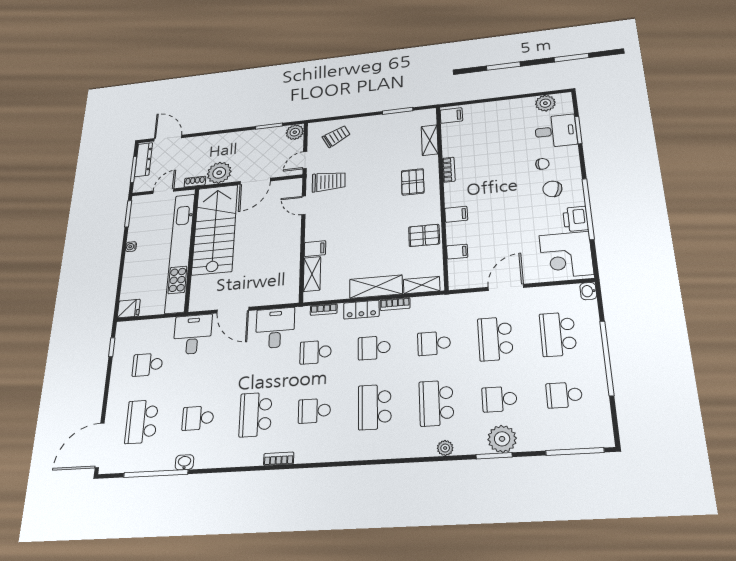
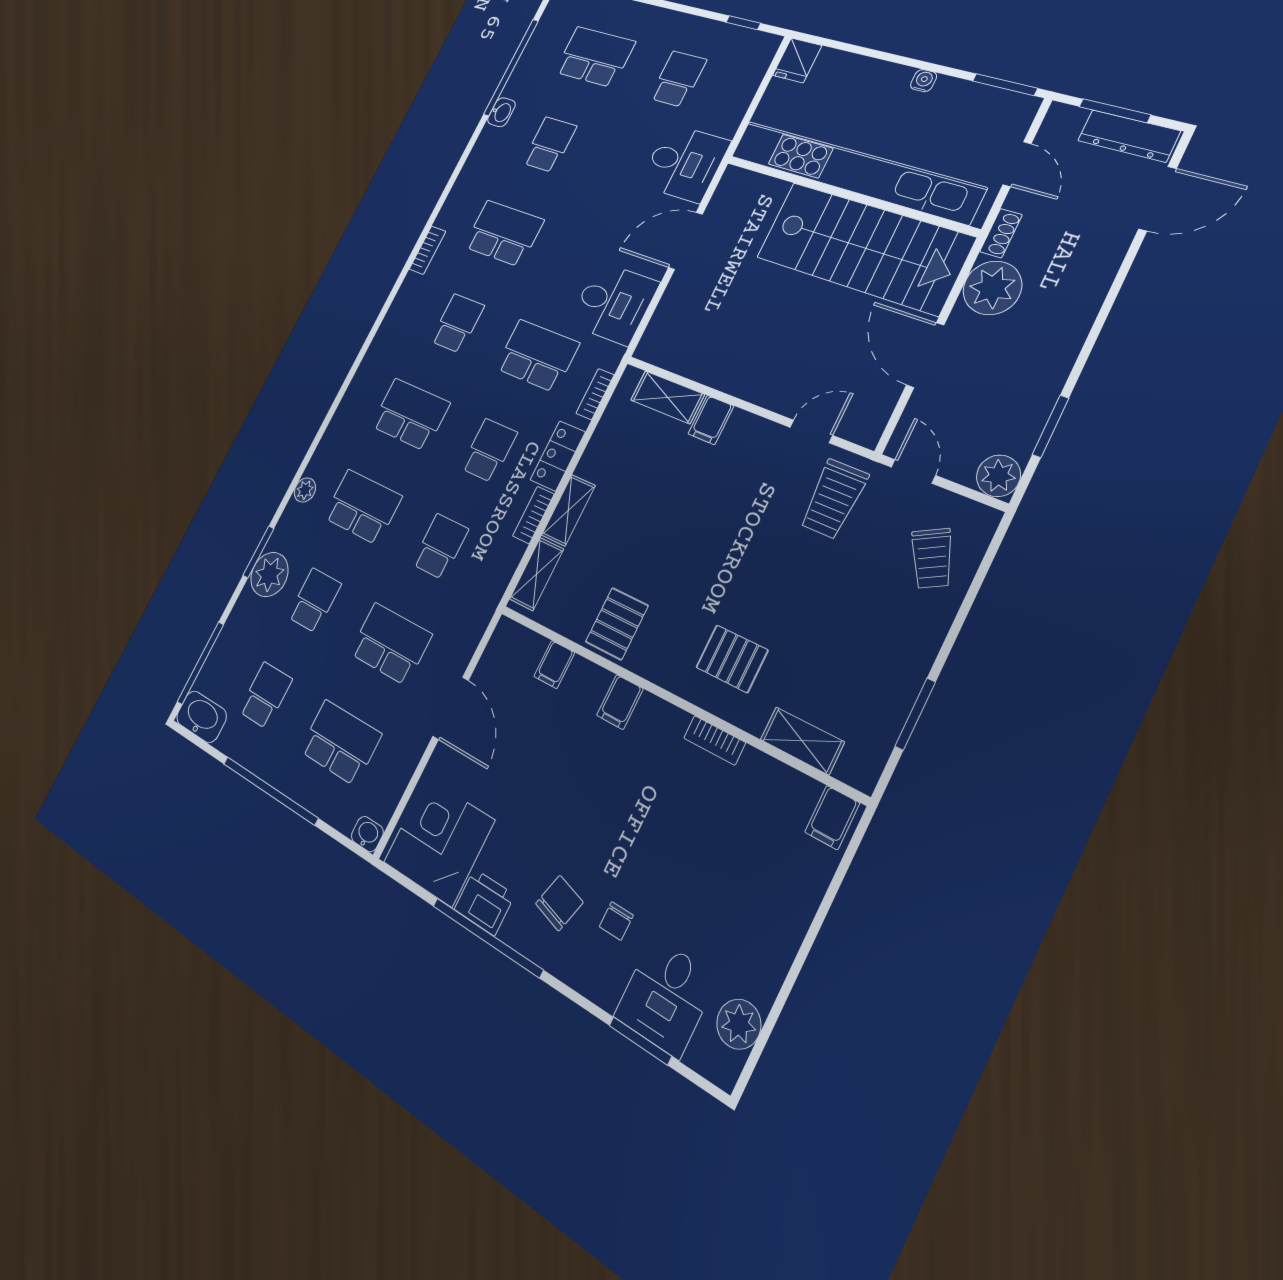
shelving: (376, 287) -> (568, 510), width x0.67, depth x0.75
school desk: (316, 352) -> (537, 356), width x1.85
washbasin: (601, 429) -> (202, 717), added

